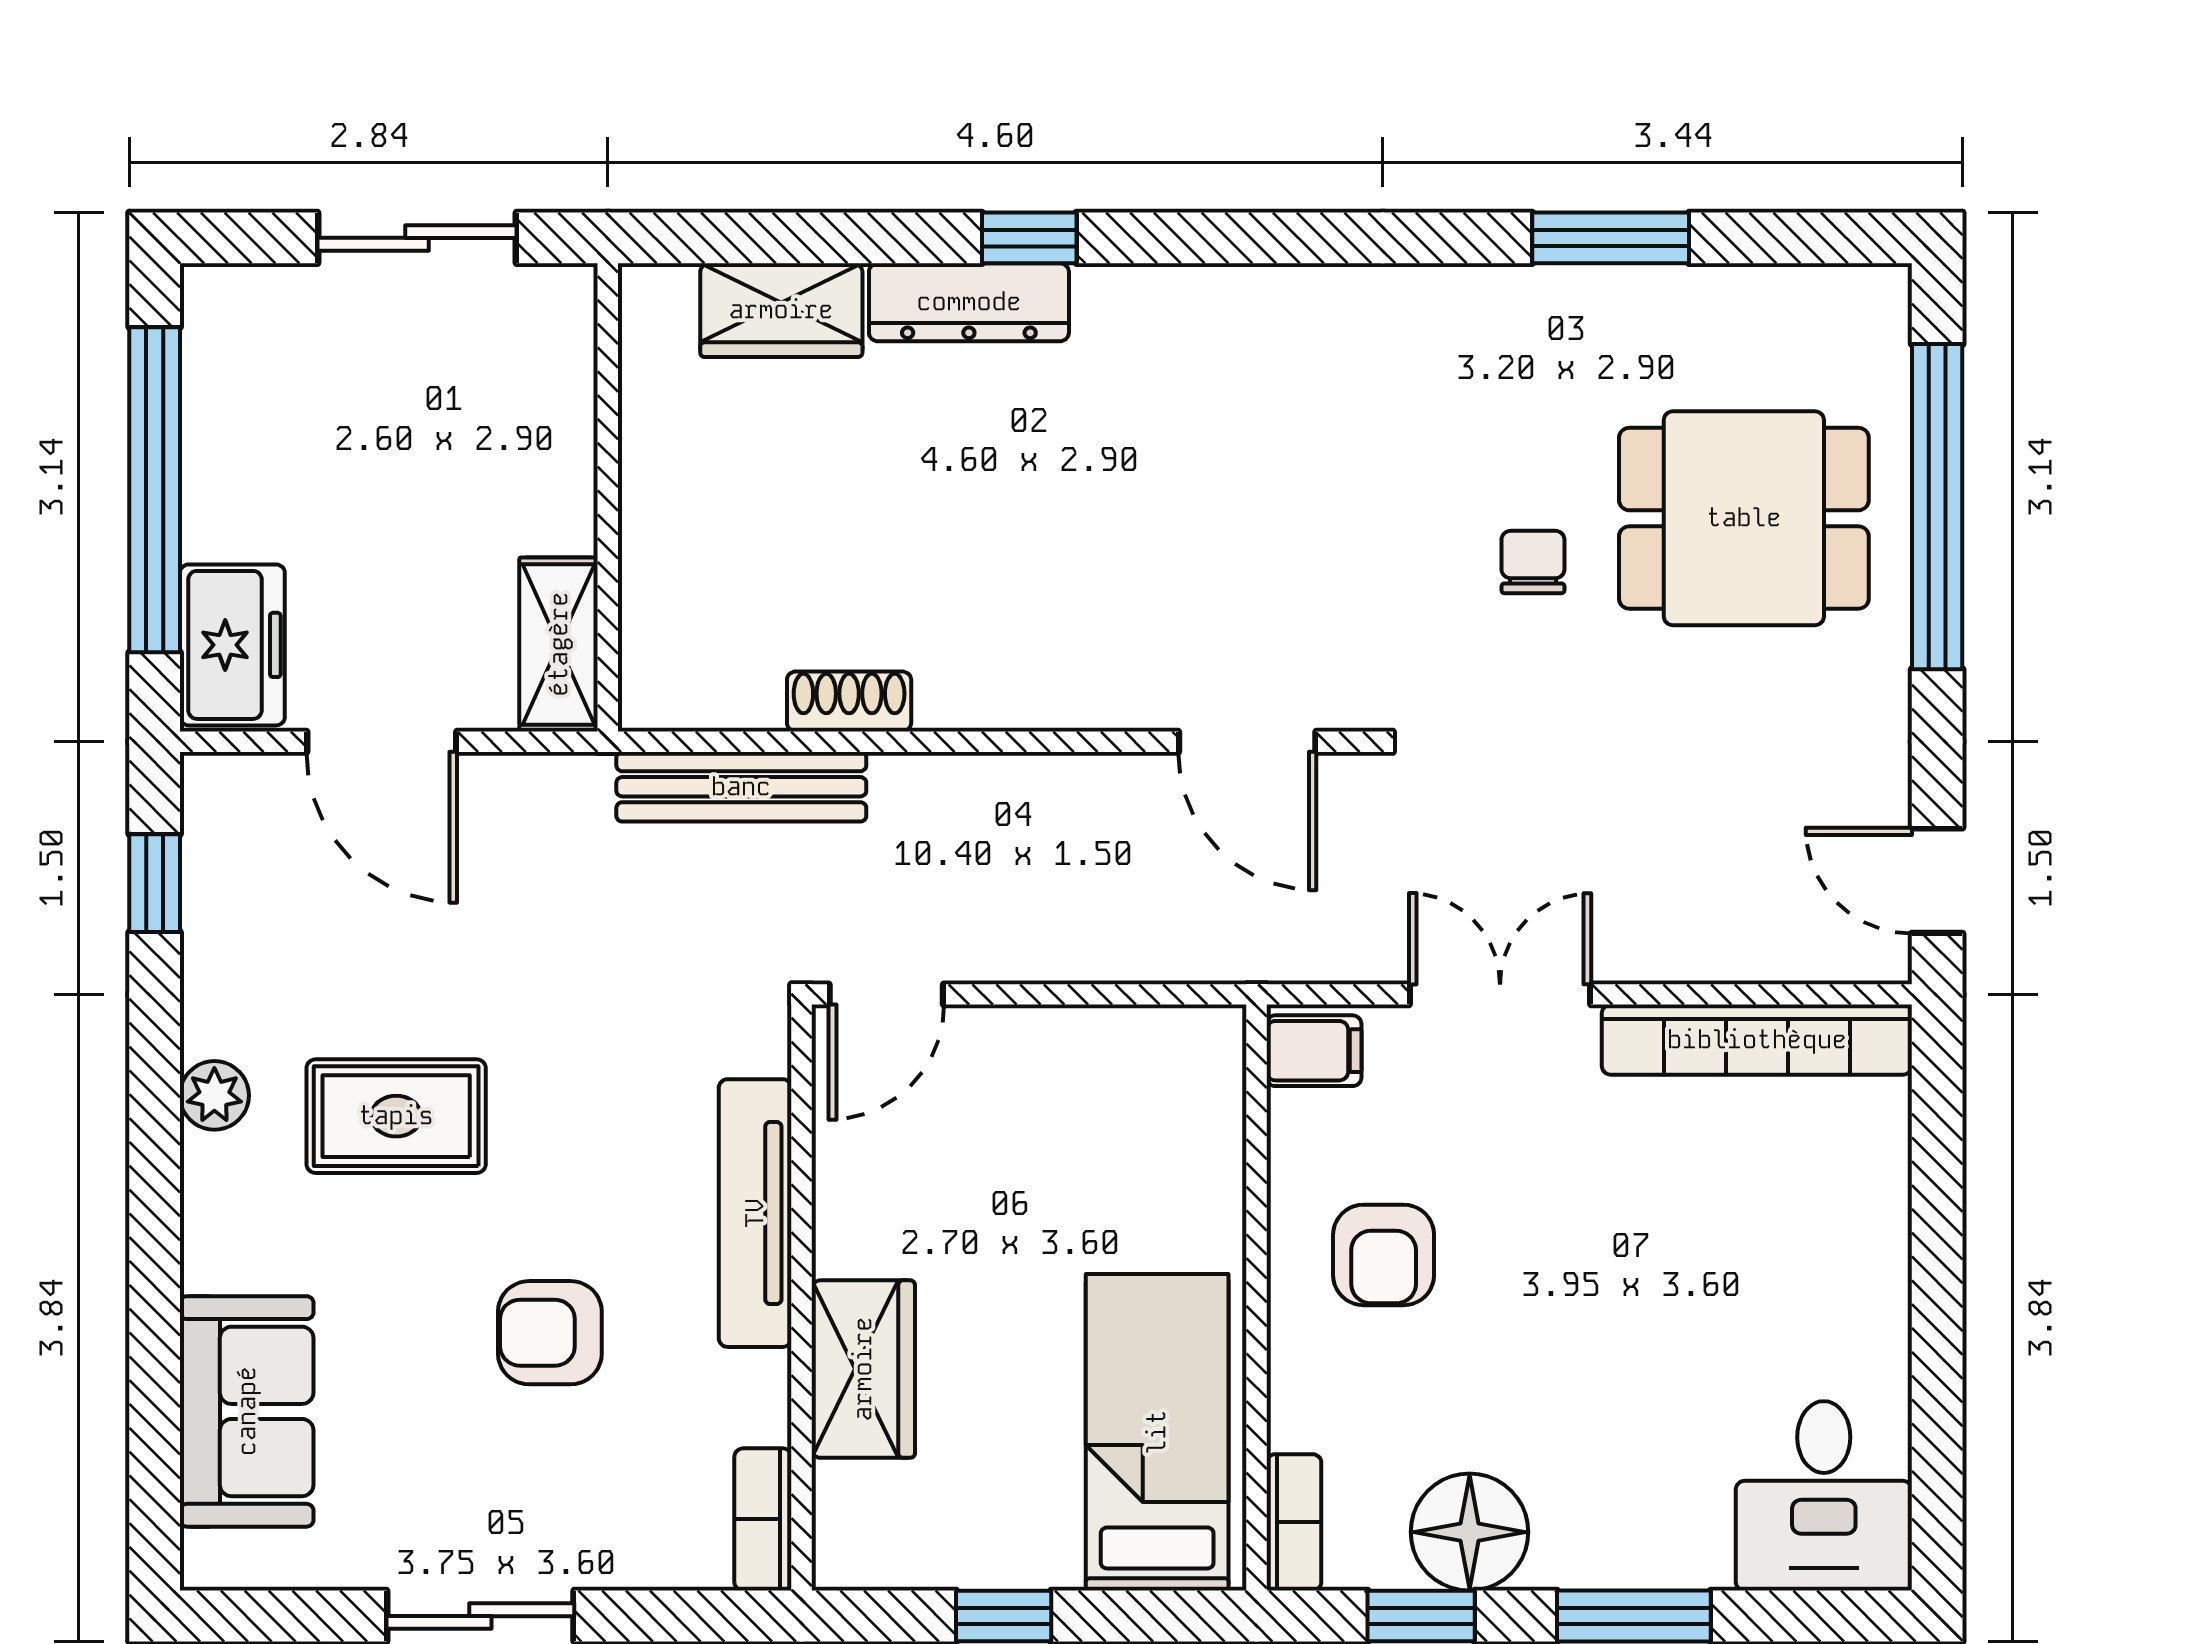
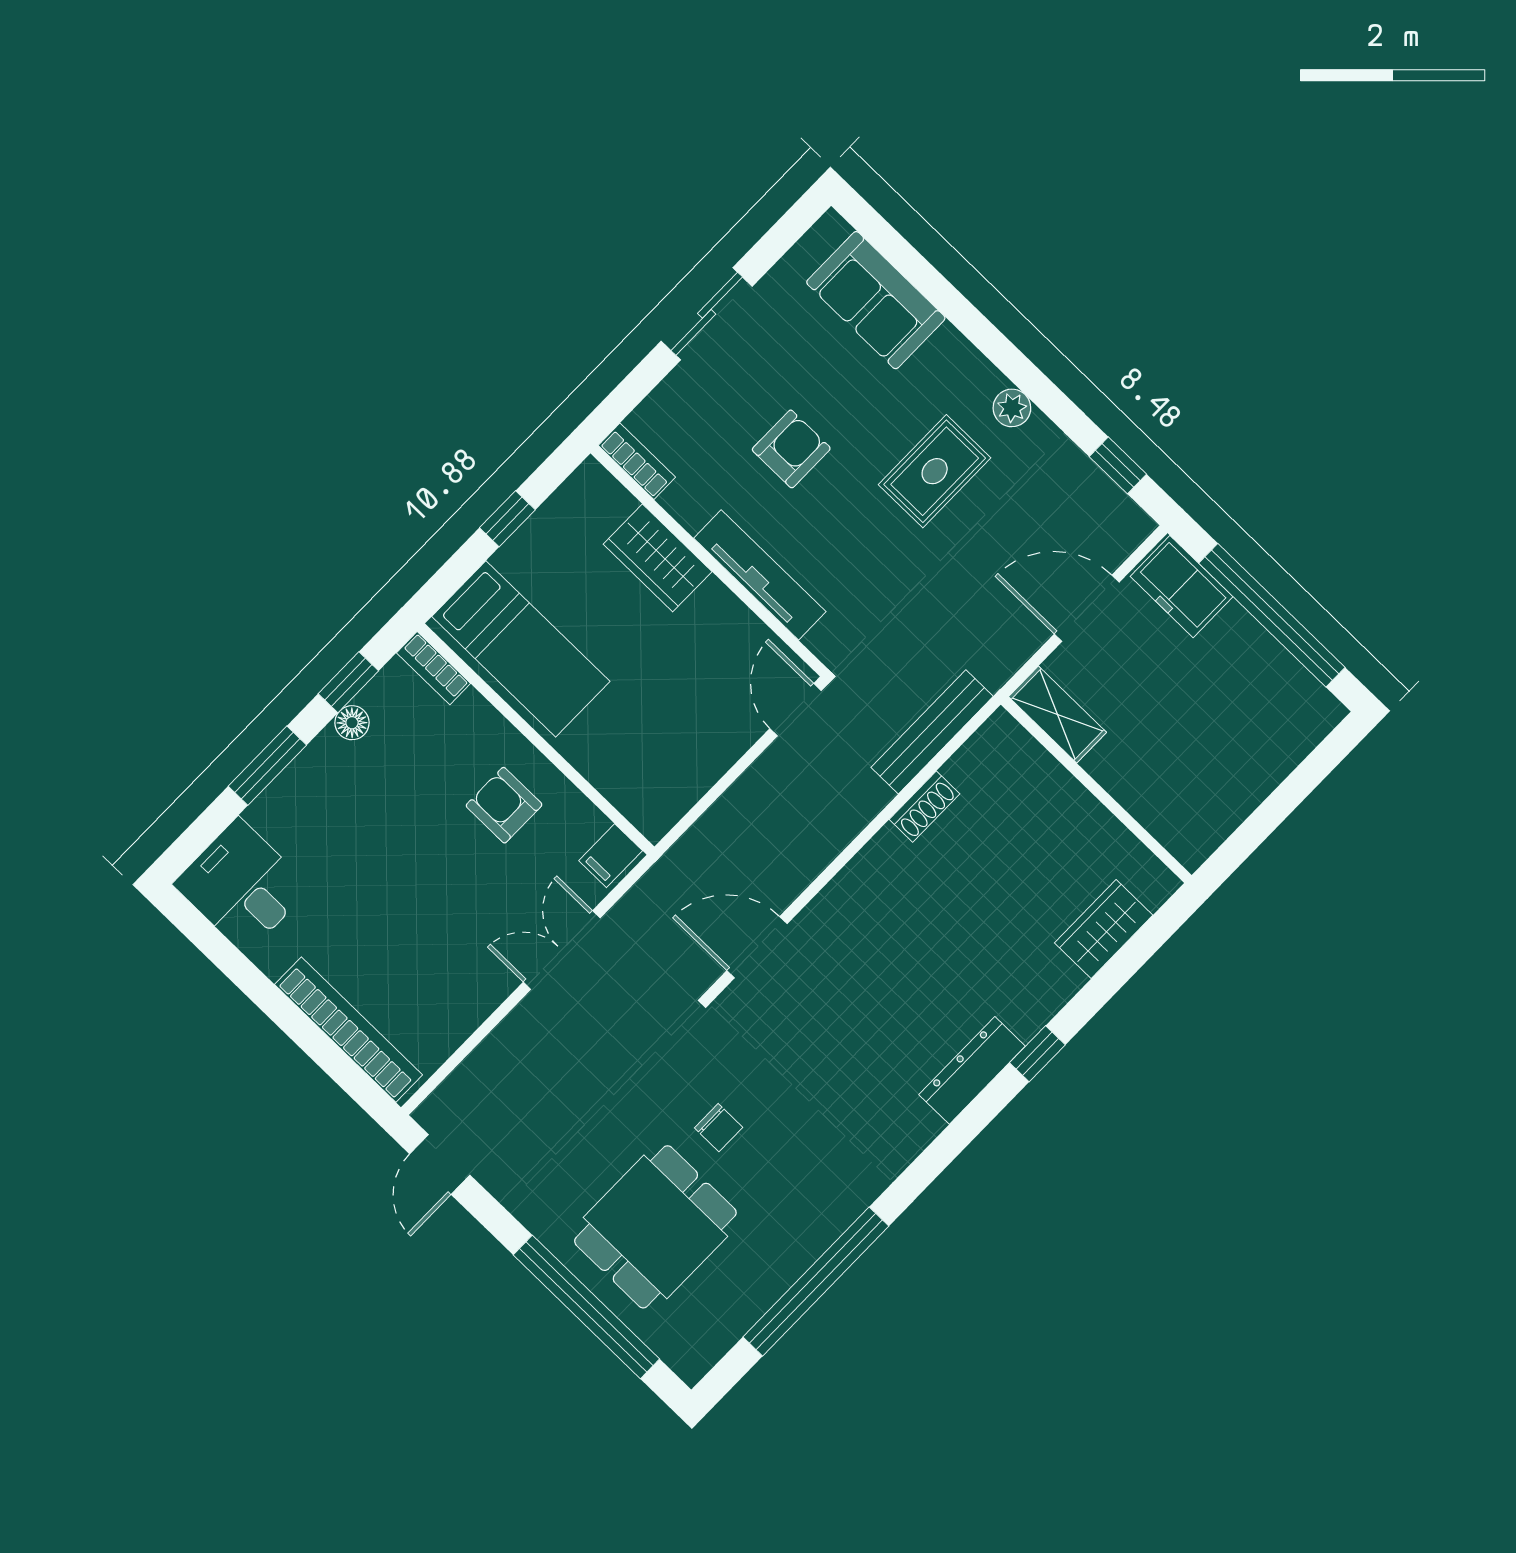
sliding door: (417, 238) -> (1271, 814), removed
window: (1611, 238) -> (816, 1281), width x2.11
dresser: (969, 302) -> (972, 1070), moved
door: (1937, 881) -> (440, 1164), swing flipped
double door: (1500, 994) -> (562, 950), swing flipped
bookcase: (1757, 1040) -> (349, 1030), moved, turned 90
floor lamp: (1470, 1532) -> (352, 723), width x0.53, depth x0.53

